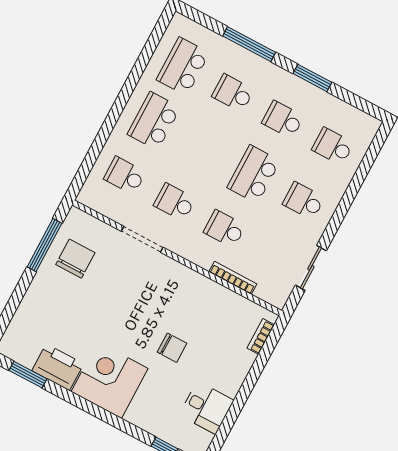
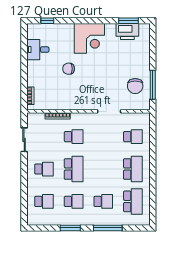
school desk: (175, 202) -> (103, 137), removed
printer: (58, 367) -> (127, 32), moved

